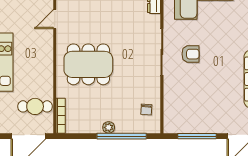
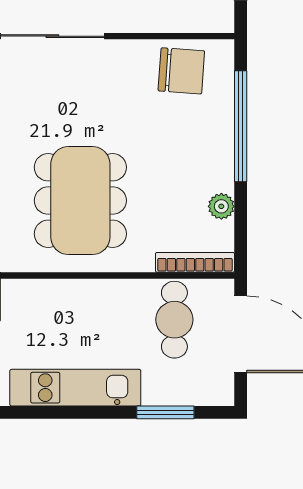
chair: (146, 110) -> (181, 71), width x1.87, depth x1.87
plant: (109, 127) -> (221, 206), moved

